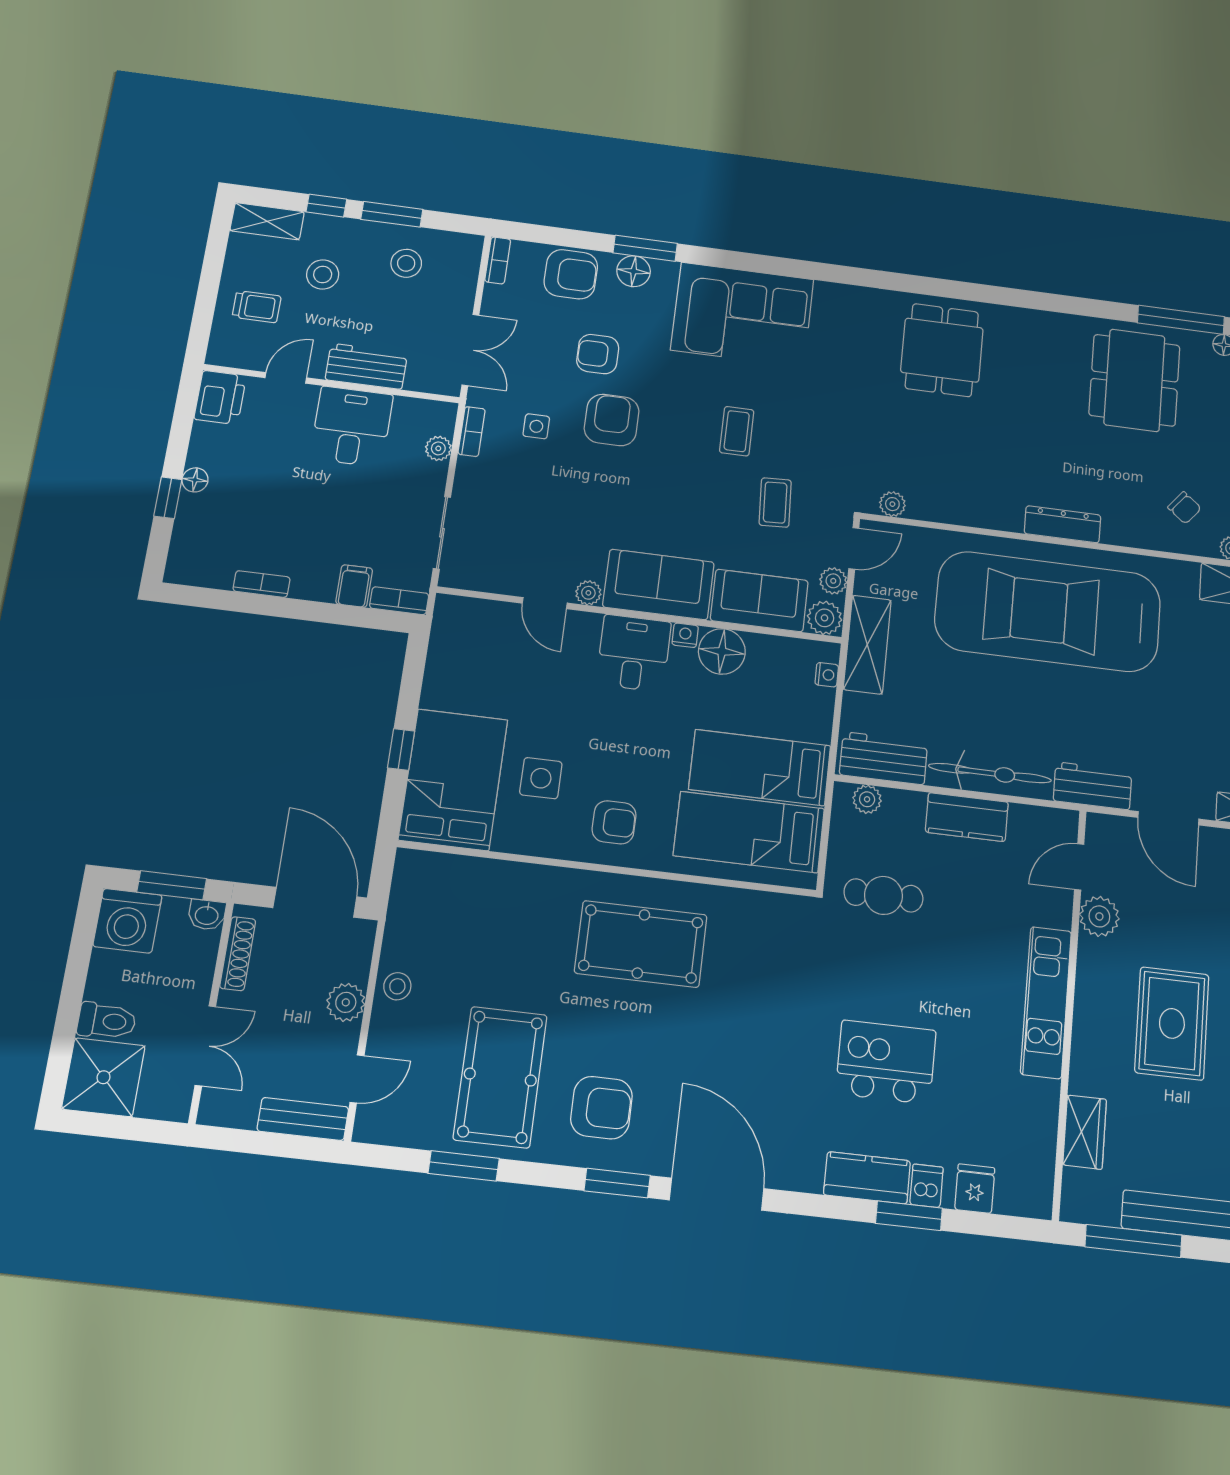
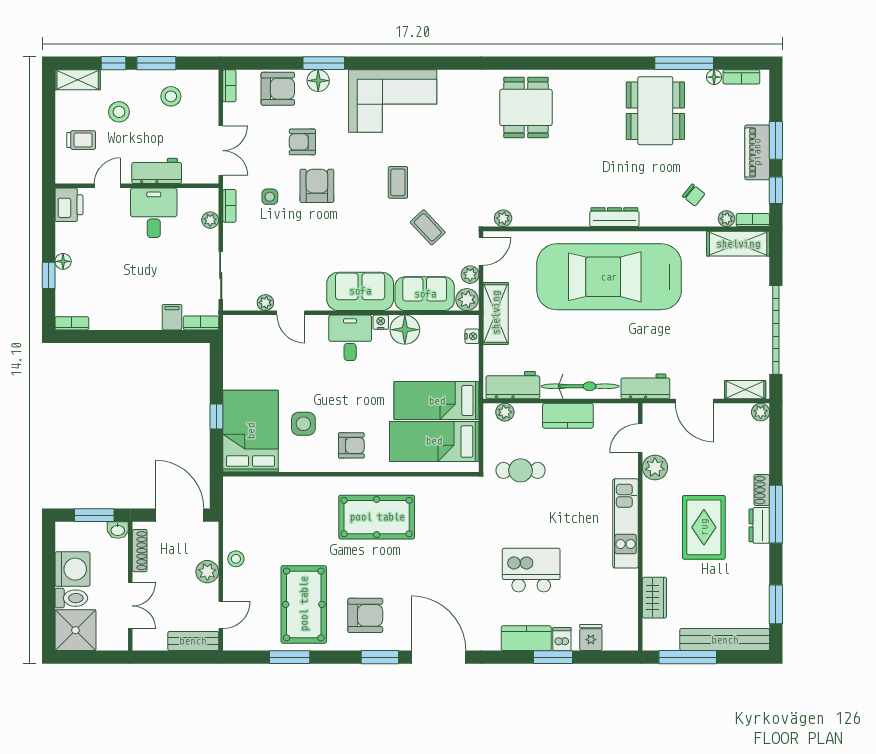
coffee table: (775, 503) -> (428, 227), turned -40
bookcase: (262, 584) -> (72, 323), moved
plant: (588, 593) -> (265, 303), moved
washing machine: (127, 921) -> (72, 569), moved, turned -90

